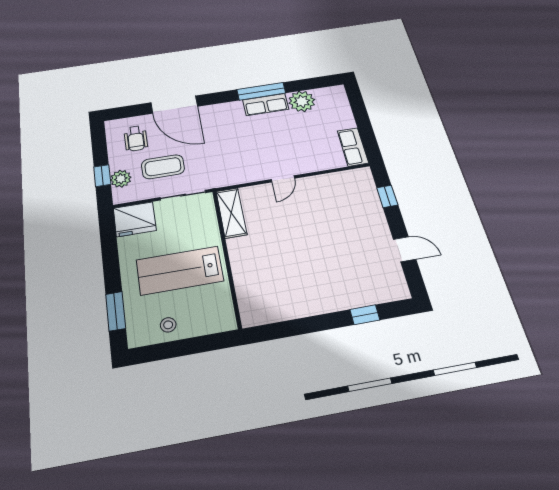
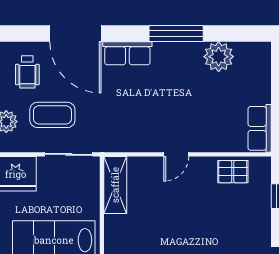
row of seats: (266, 105) -> (127, 53), moved
pallet: (339, 184) -> (233, 172), added

